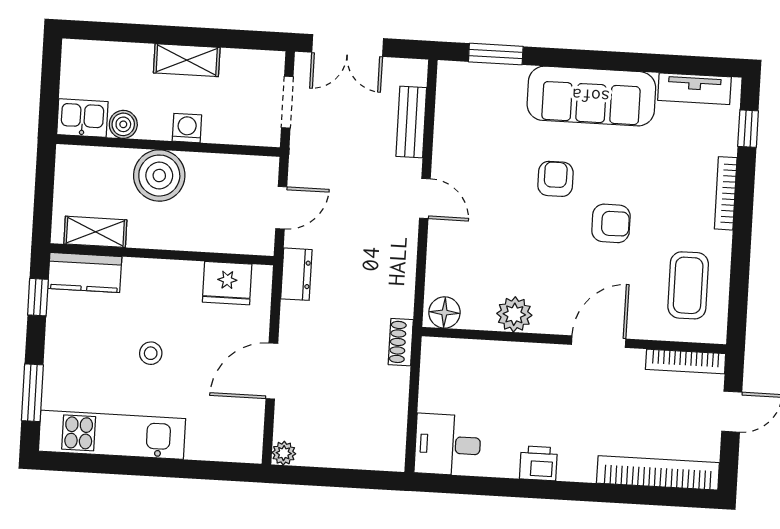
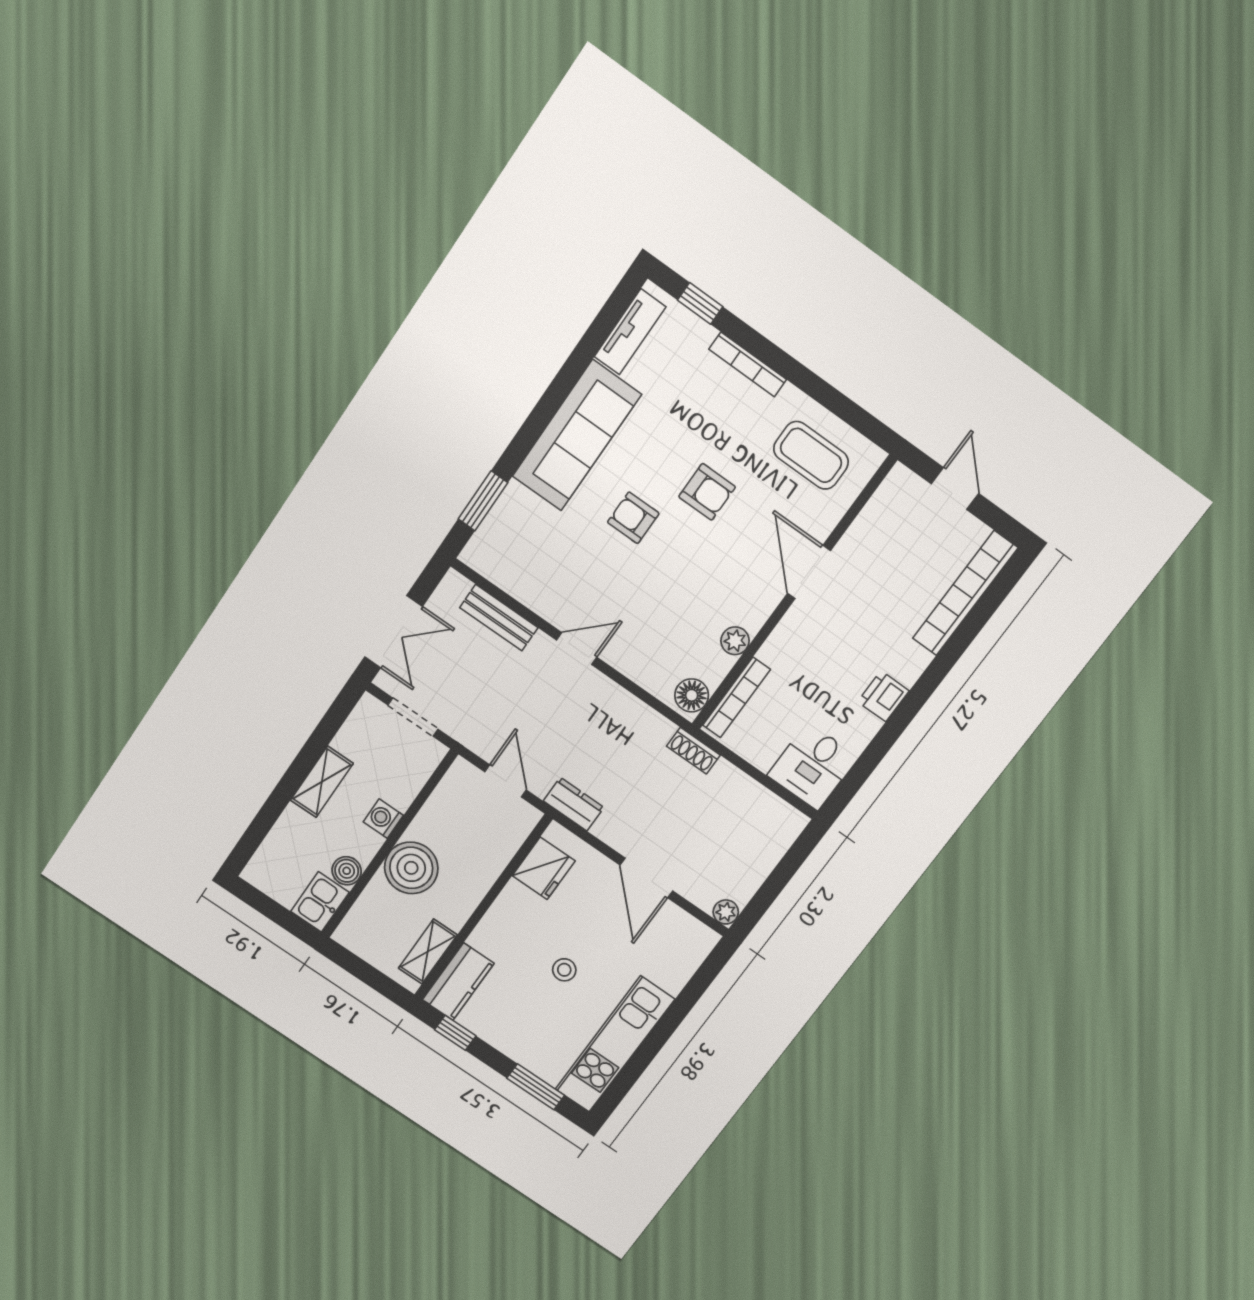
armchair: (611, 223) -> (707, 492), turned 90
plant: (514, 314) -> (735, 641), width x0.73, depth x0.73
bookcase: (686, 362) -> (736, 697), moved

